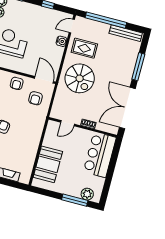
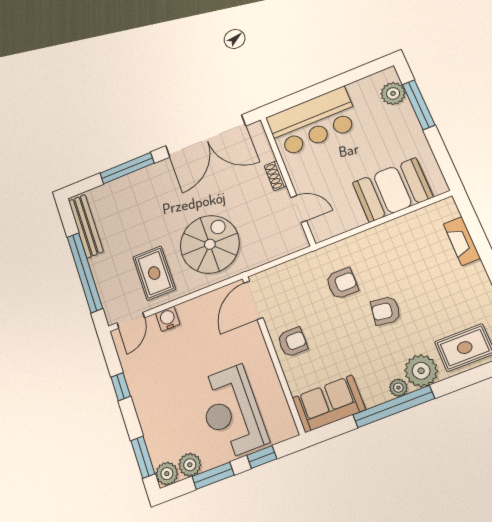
door: (72, 26) -> (131, 320), hinge flipped
armchair: (35, 98) -> (342, 283), moved

